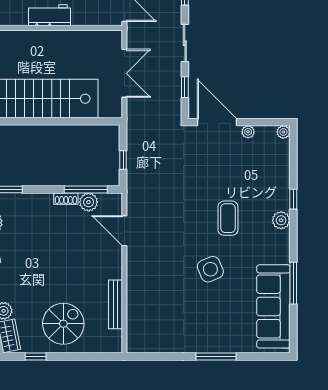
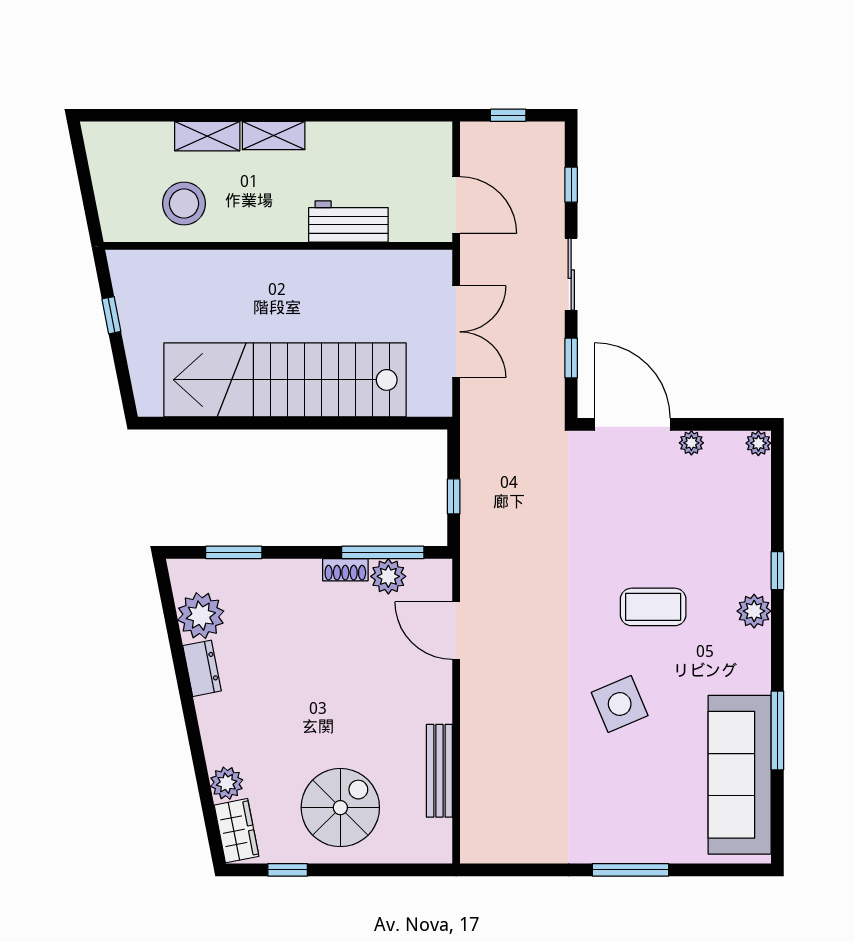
workbench: (50, 15) -> (348, 222), moved
coffee table: (228, 218) -> (653, 607), turned 90

